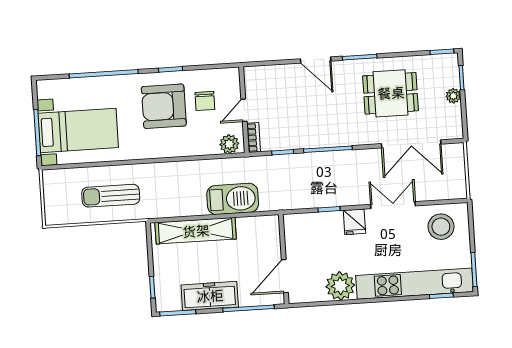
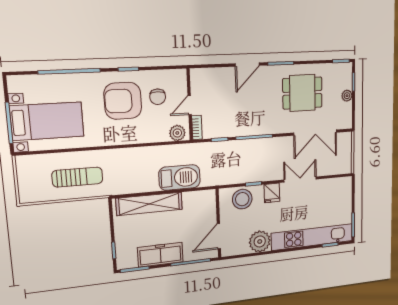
door: (316, 60) -> (247, 65), hinge flipped
sun lounger: (111, 196) -> (77, 177), turned 180
stool: (441, 227) -> (242, 199), moved

